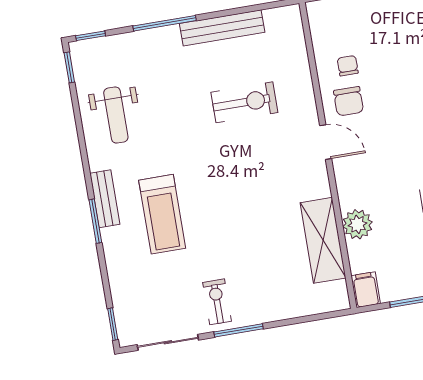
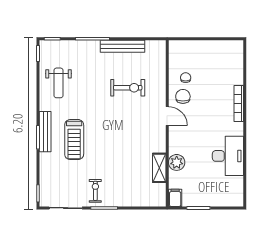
chair: (349, 101) -> (183, 96), turned 180
bench: (105, 199) -> (45, 132), width x1.36
shelving: (323, 240) -> (159, 168), width x0.67, depth x0.75

